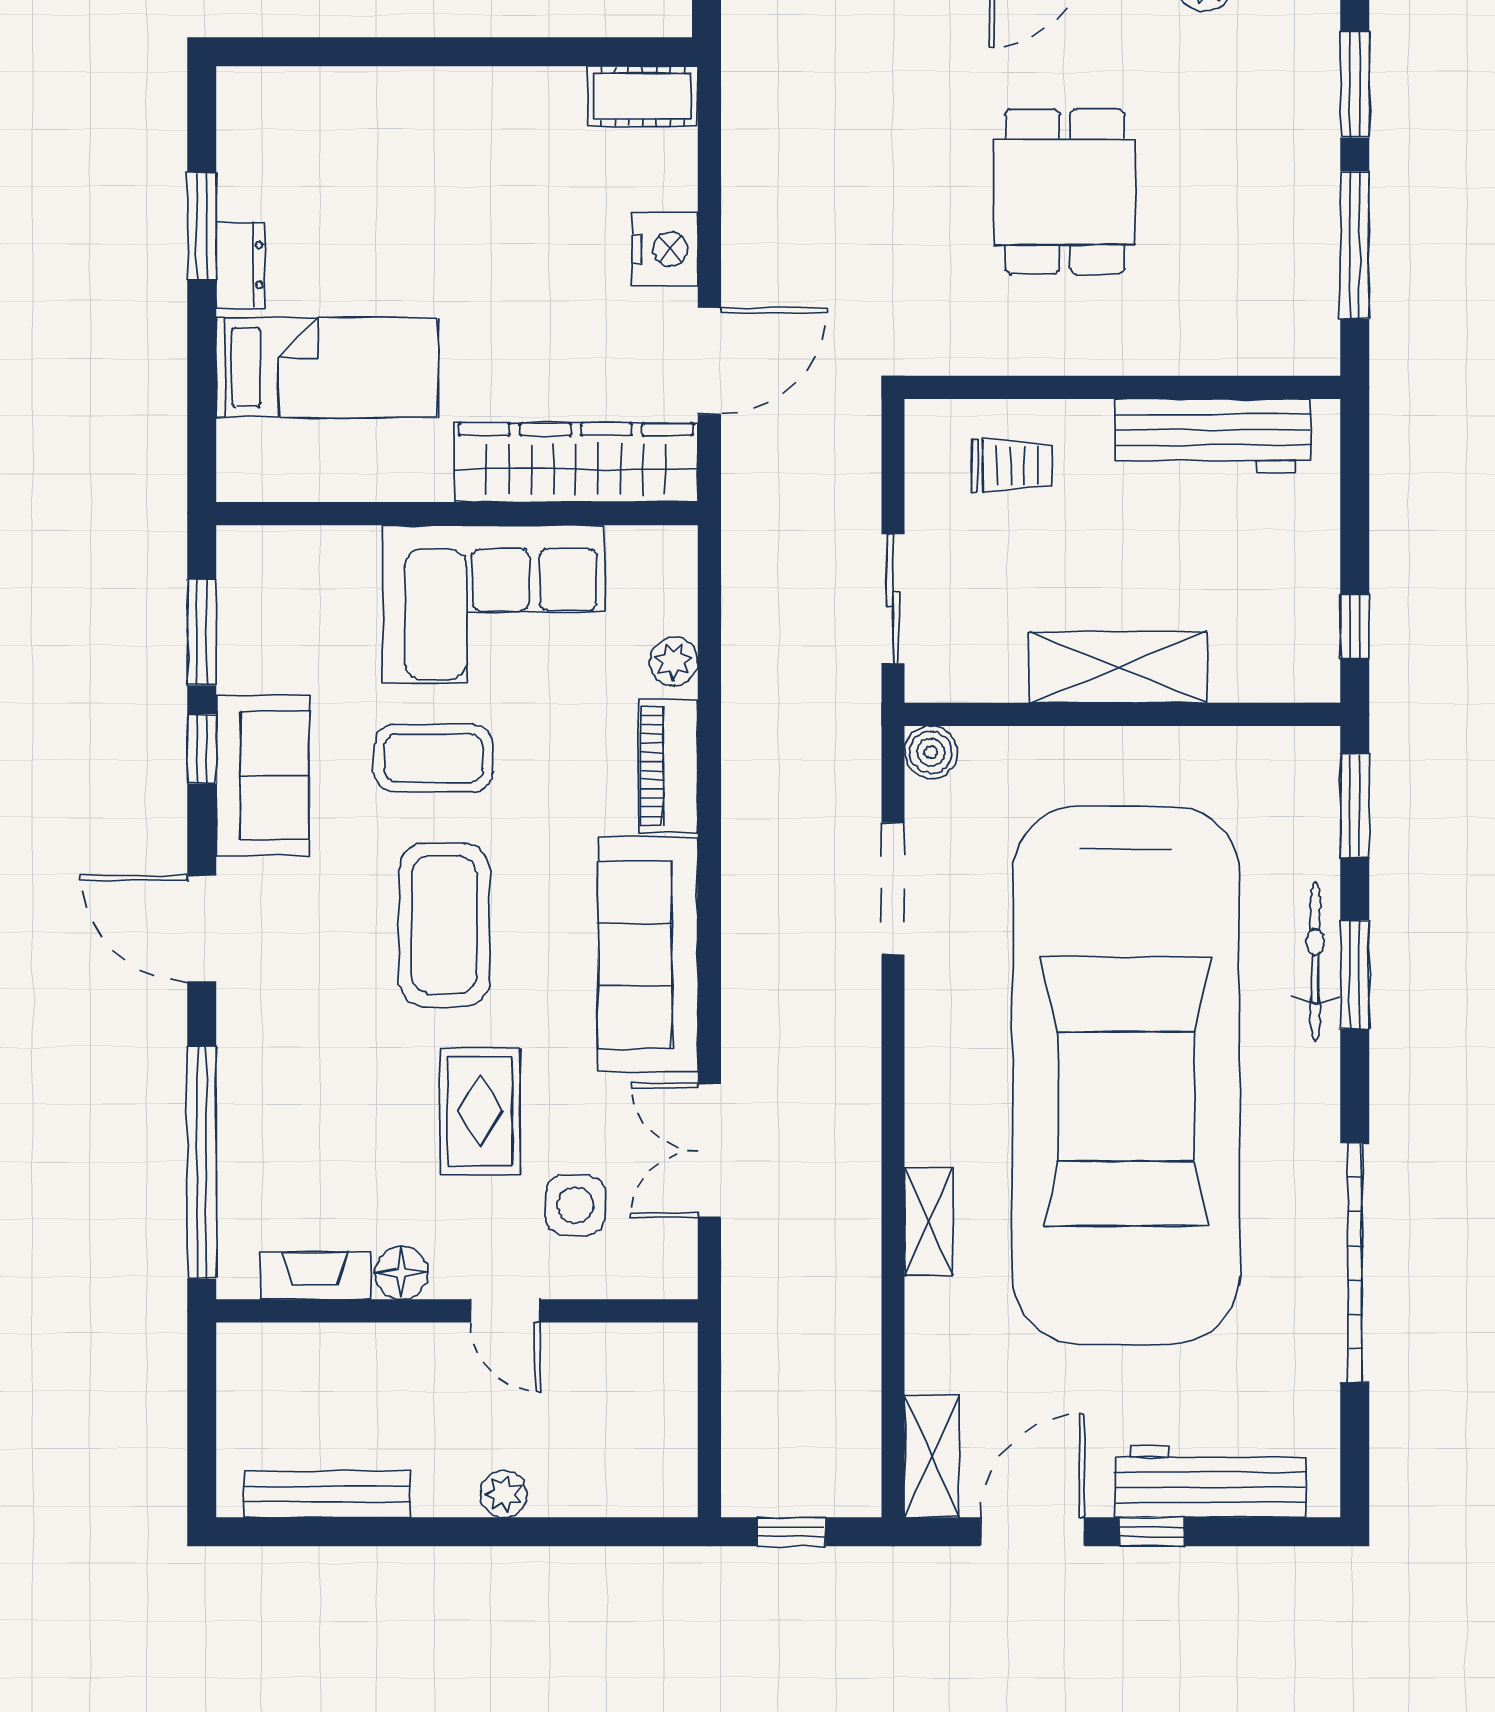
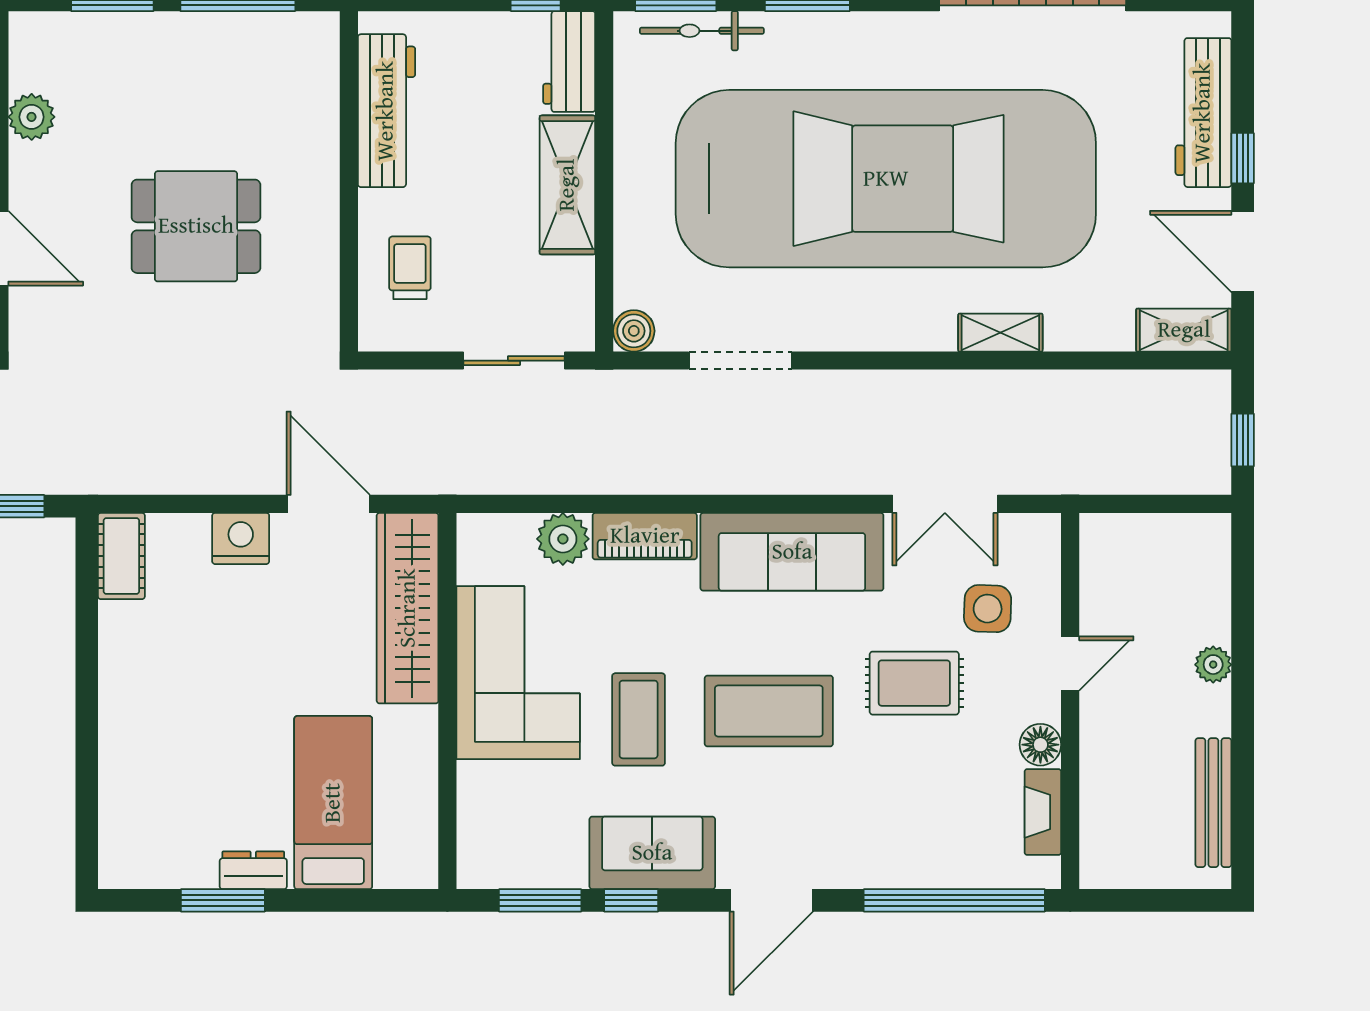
plant: (674, 661) -> (563, 539), width x1.38, depth x1.38
workbench: (1276, 669) -> (569, 61), added
bicycle: (1315, 961) -> (702, 31), moved

